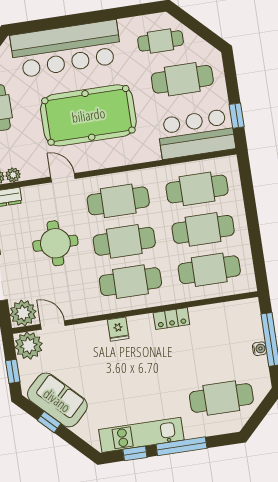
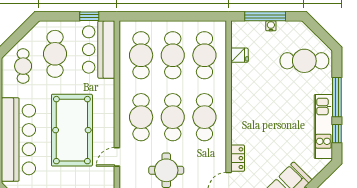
locker: (171, 319) -> (238, 158), moved
fridge: (118, 329) -> (239, 55), moved
cafe table: (221, 398) -> (304, 61), turned 90

